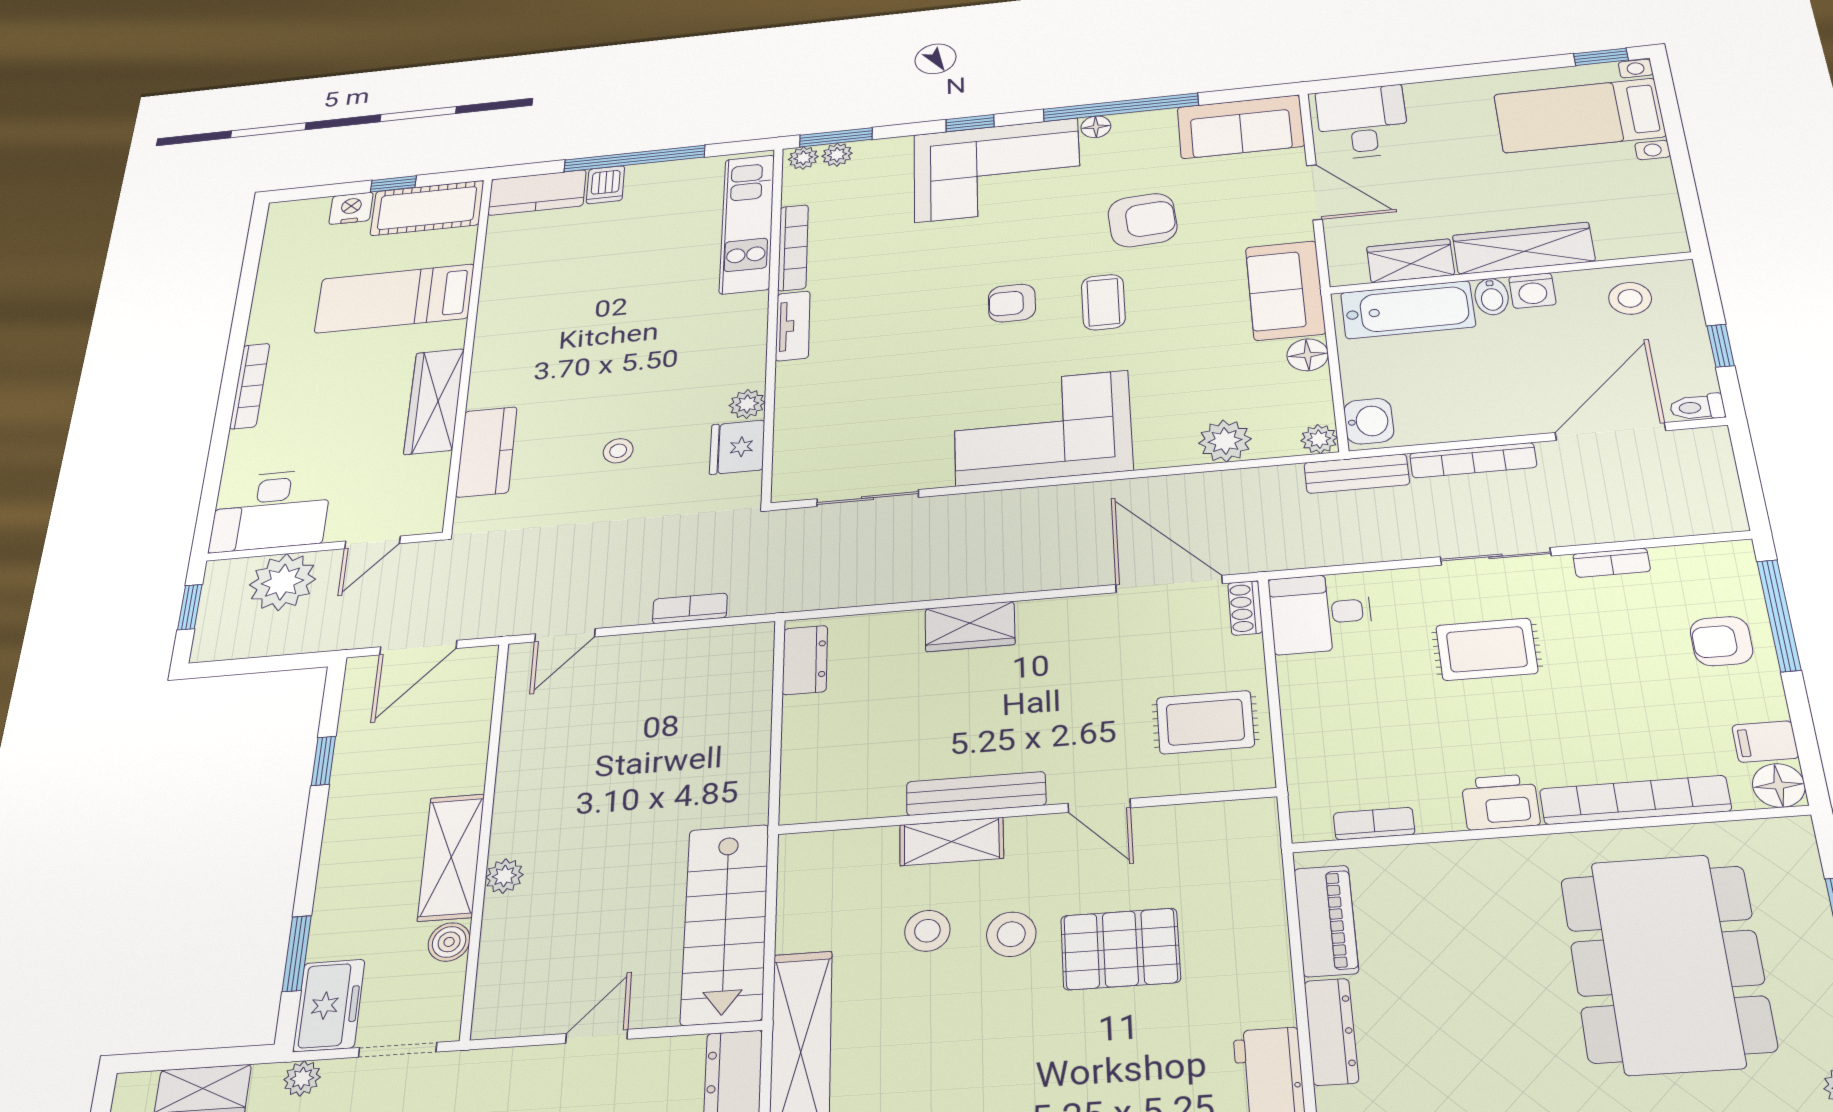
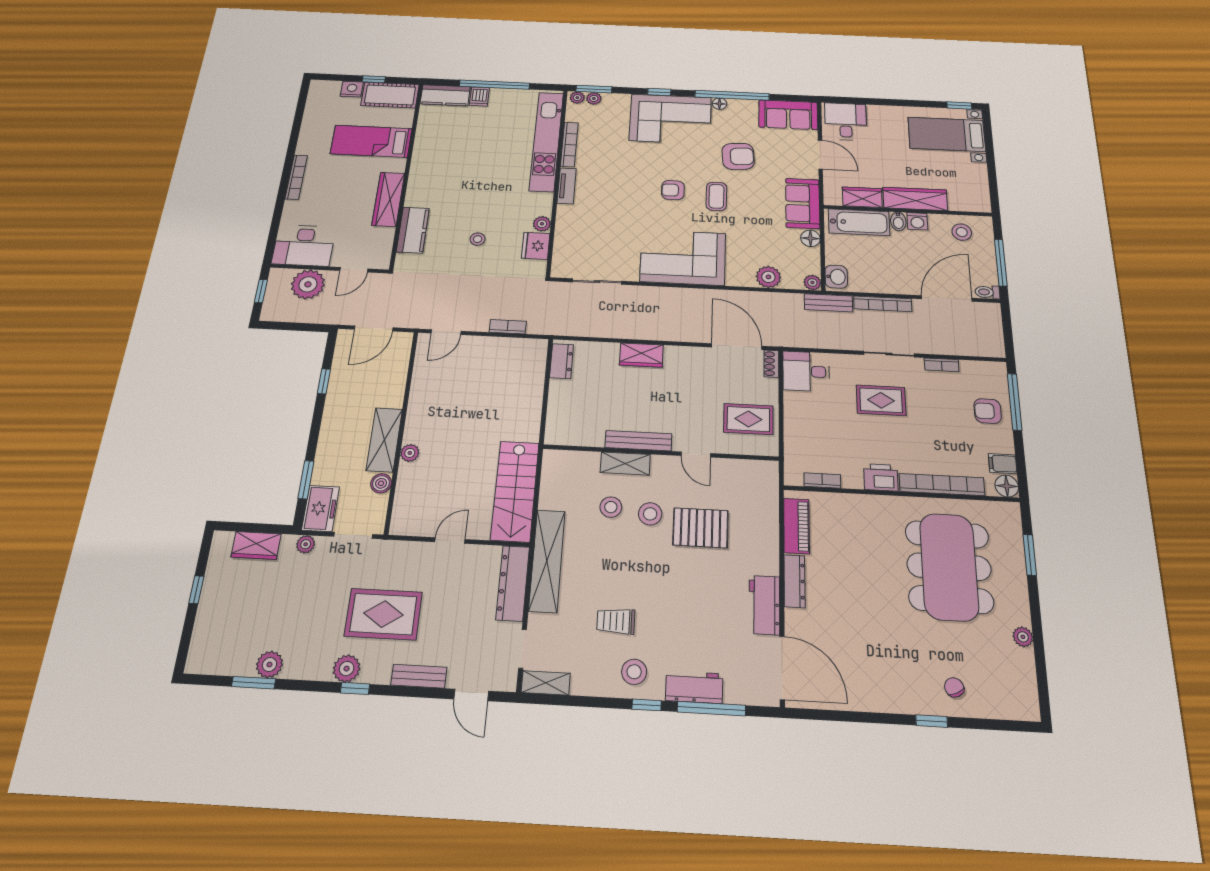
kitchen unit: (747, 224) -> (546, 141), width x1.36
window: (1721, 346) -> (1001, 263), width x2.17

